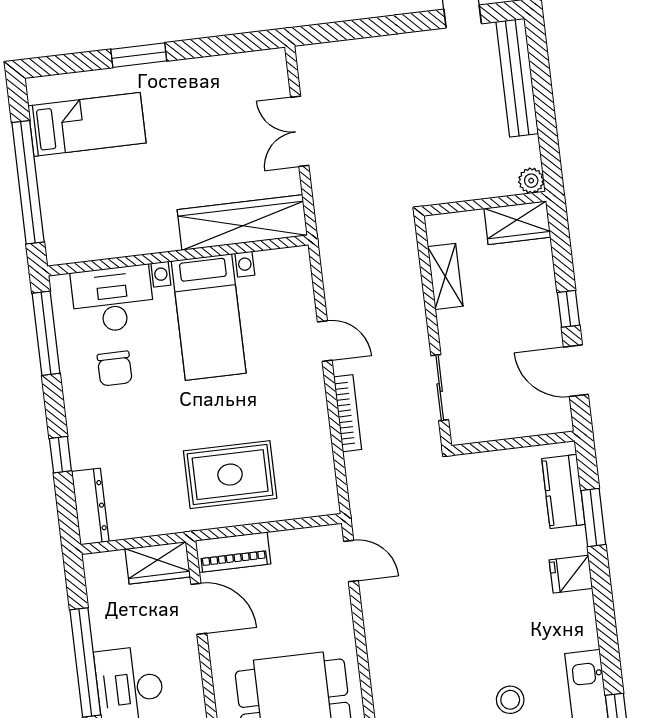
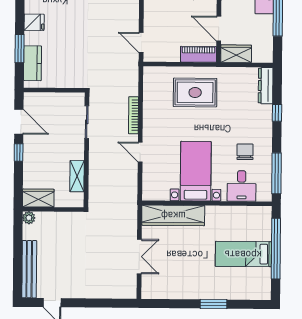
bed: (87, 124) -> (243, 254), moved
desk: (113, 299) -> (242, 186), width x0.73

